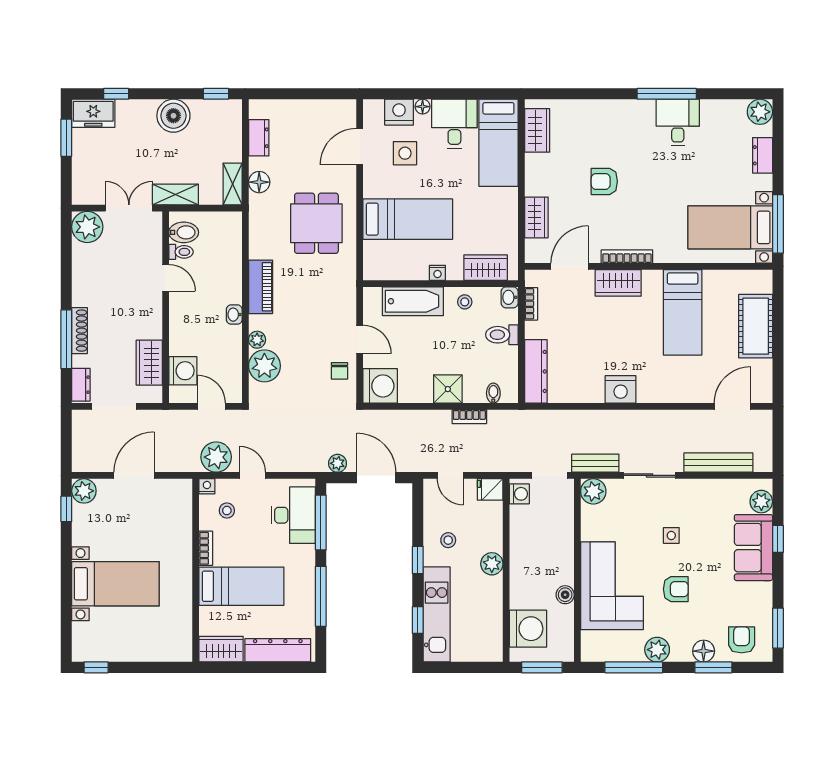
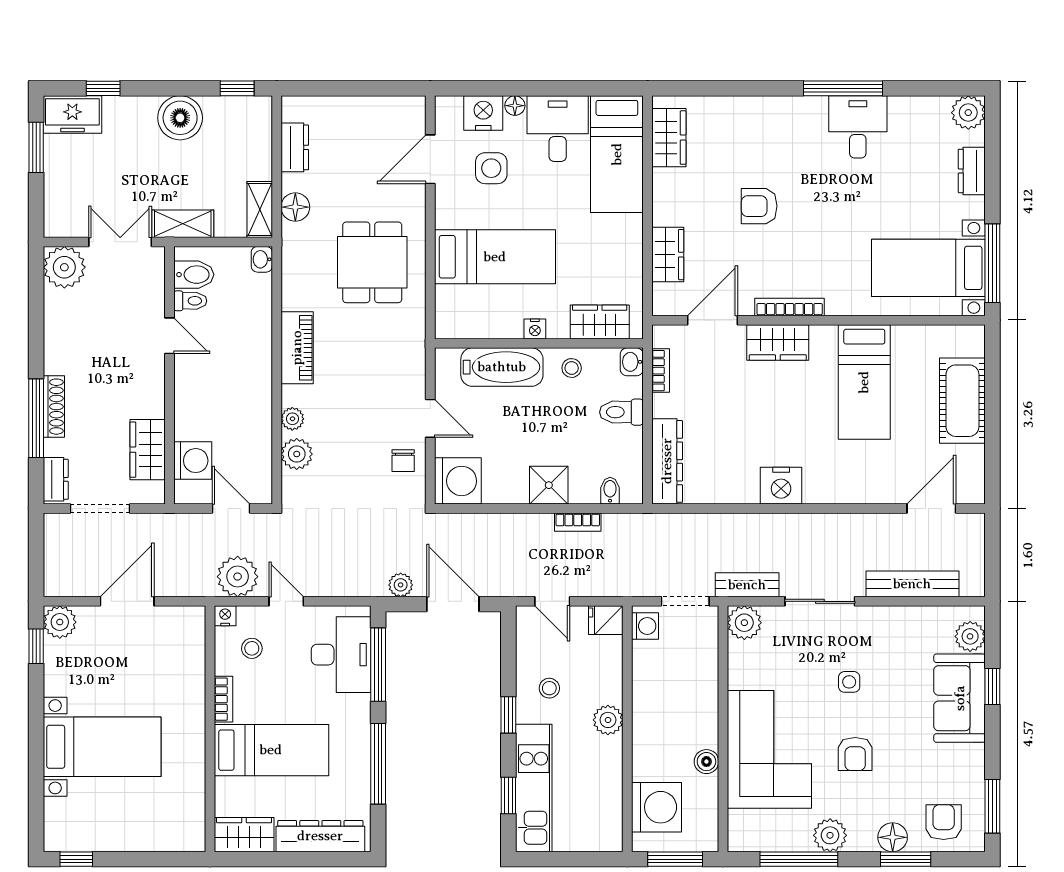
washbasin: (234, 315) -> (262, 259), moved
plant: (264, 366) -> (297, 454), width x0.73, depth x0.73
armchair: (676, 589) -> (855, 754), turned 90

